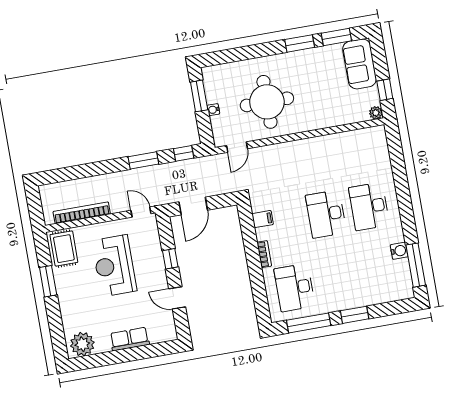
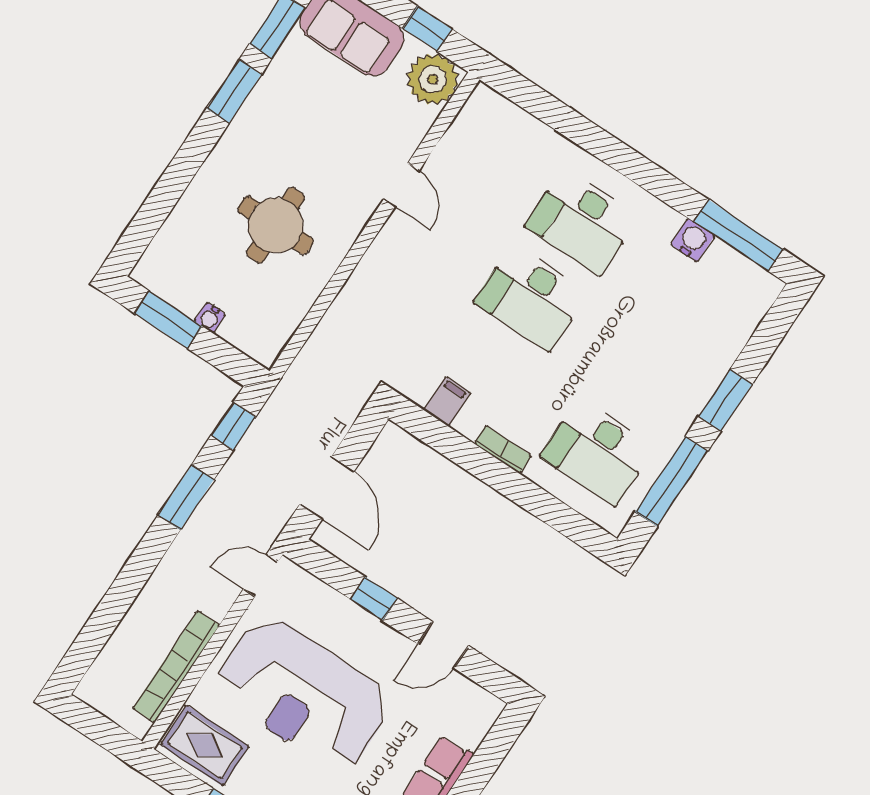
round table: (267, 102) -> (276, 225), width x0.73, depth x0.73
plant: (376, 113) -> (433, 79), width x1.88, depth x1.88
door: (237, 147) -> (401, 185), moved
reception desk: (114, 266) -> (303, 694), width x1.36, depth x1.30

